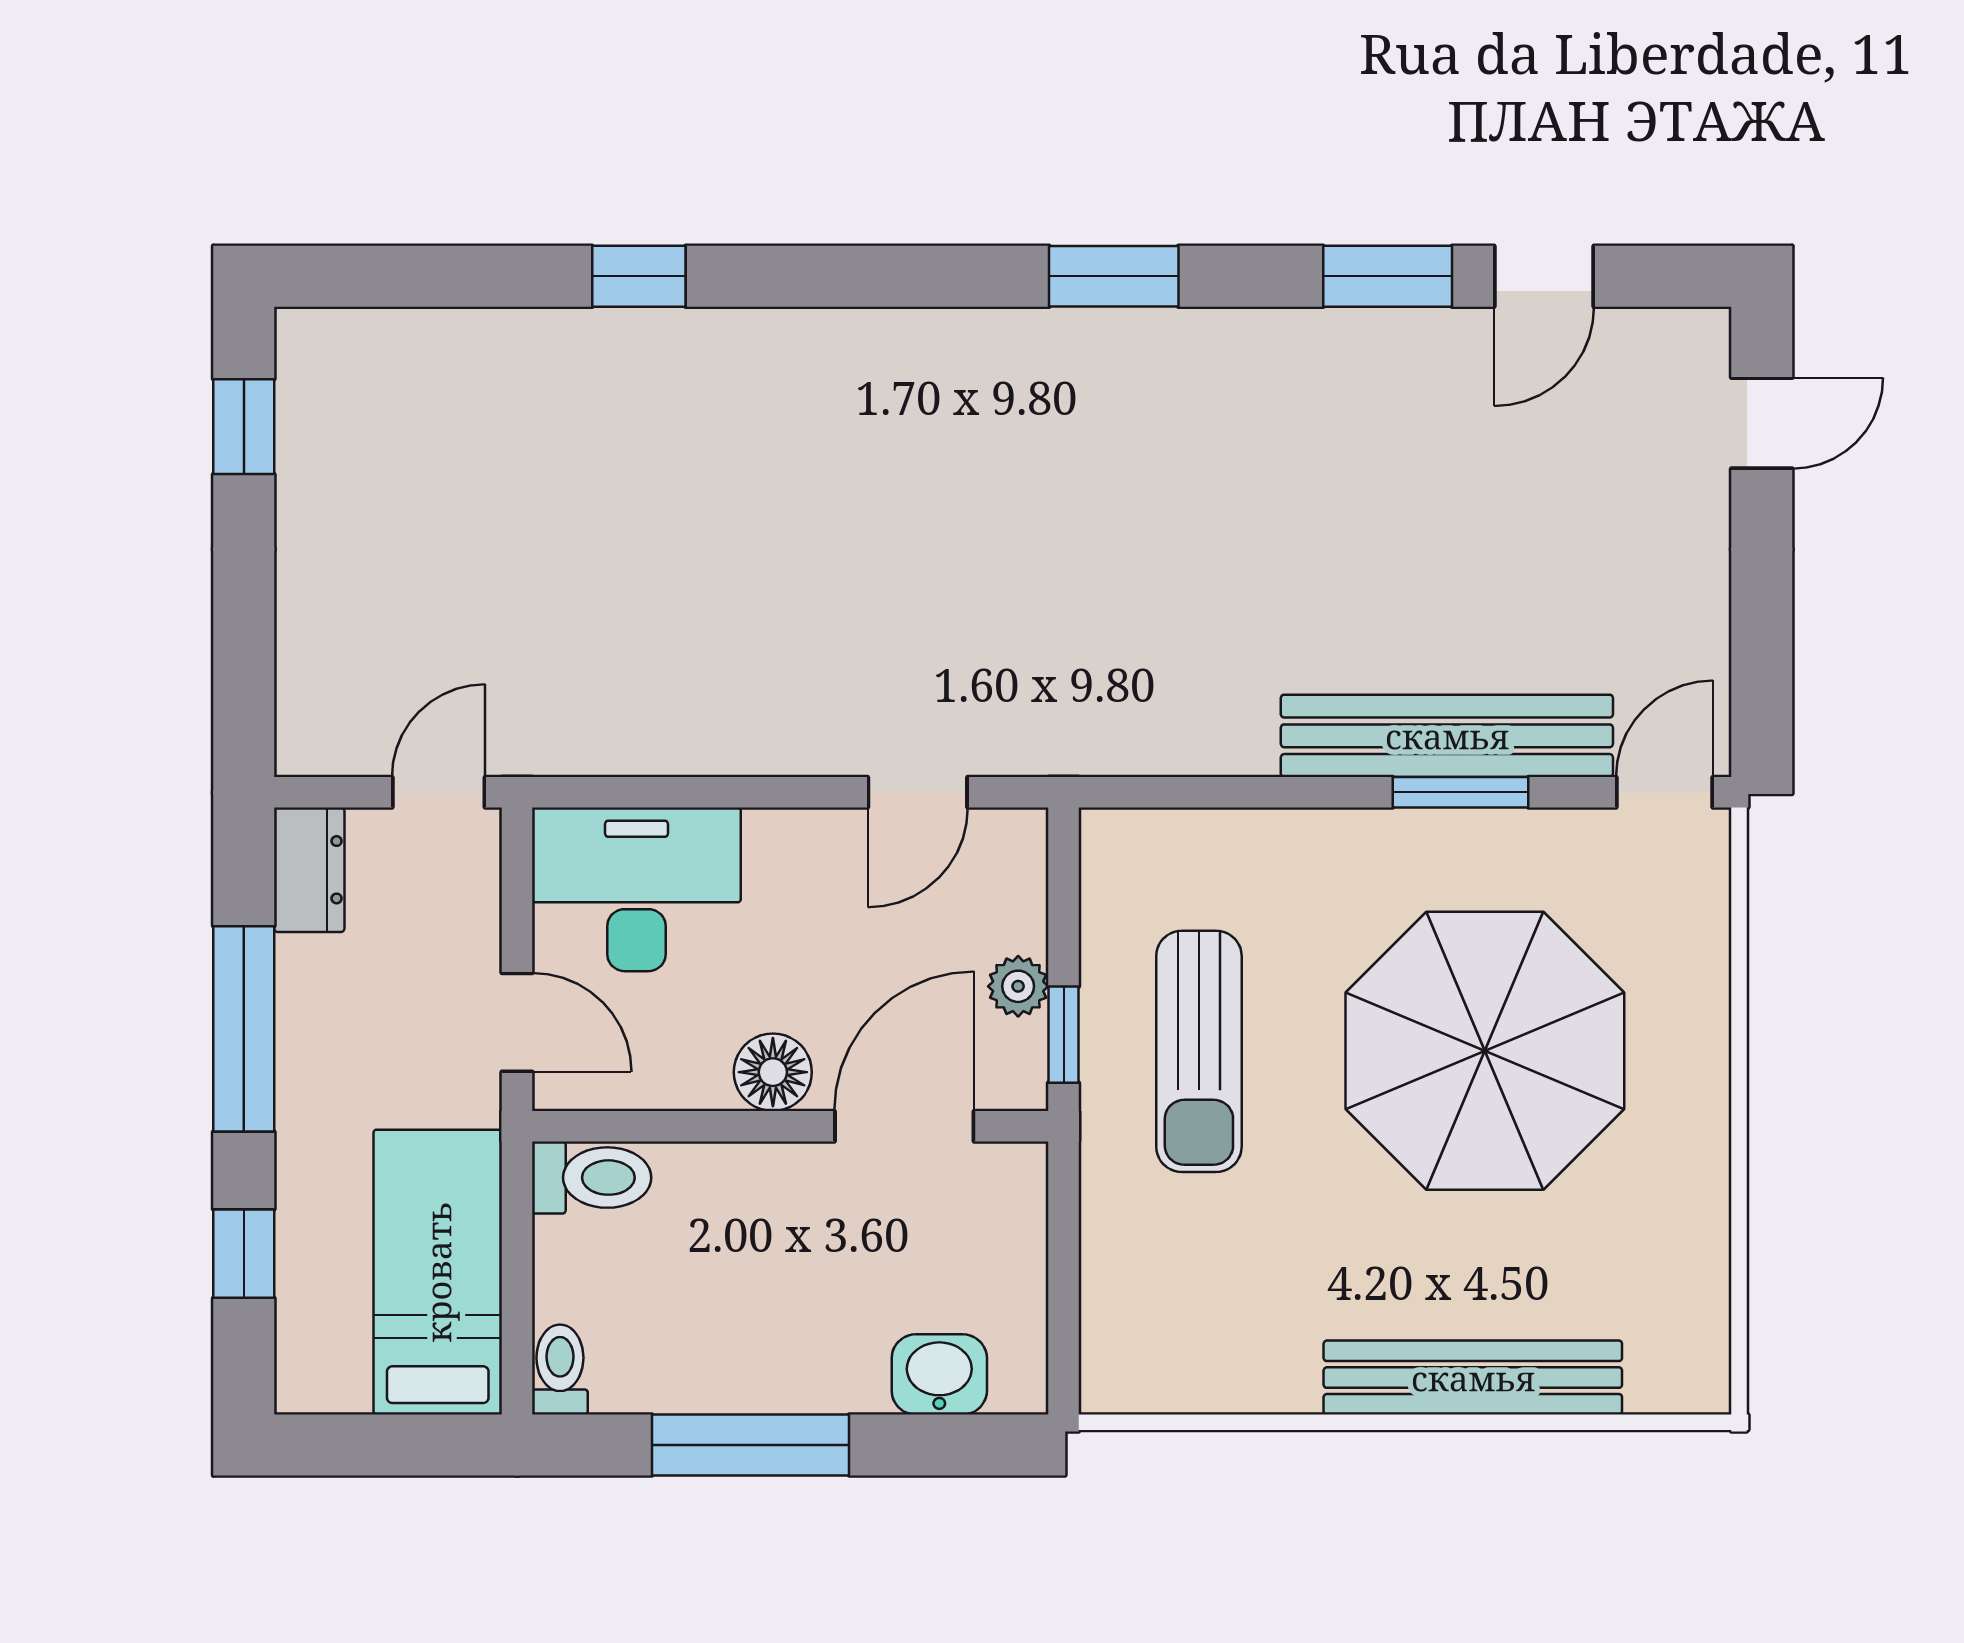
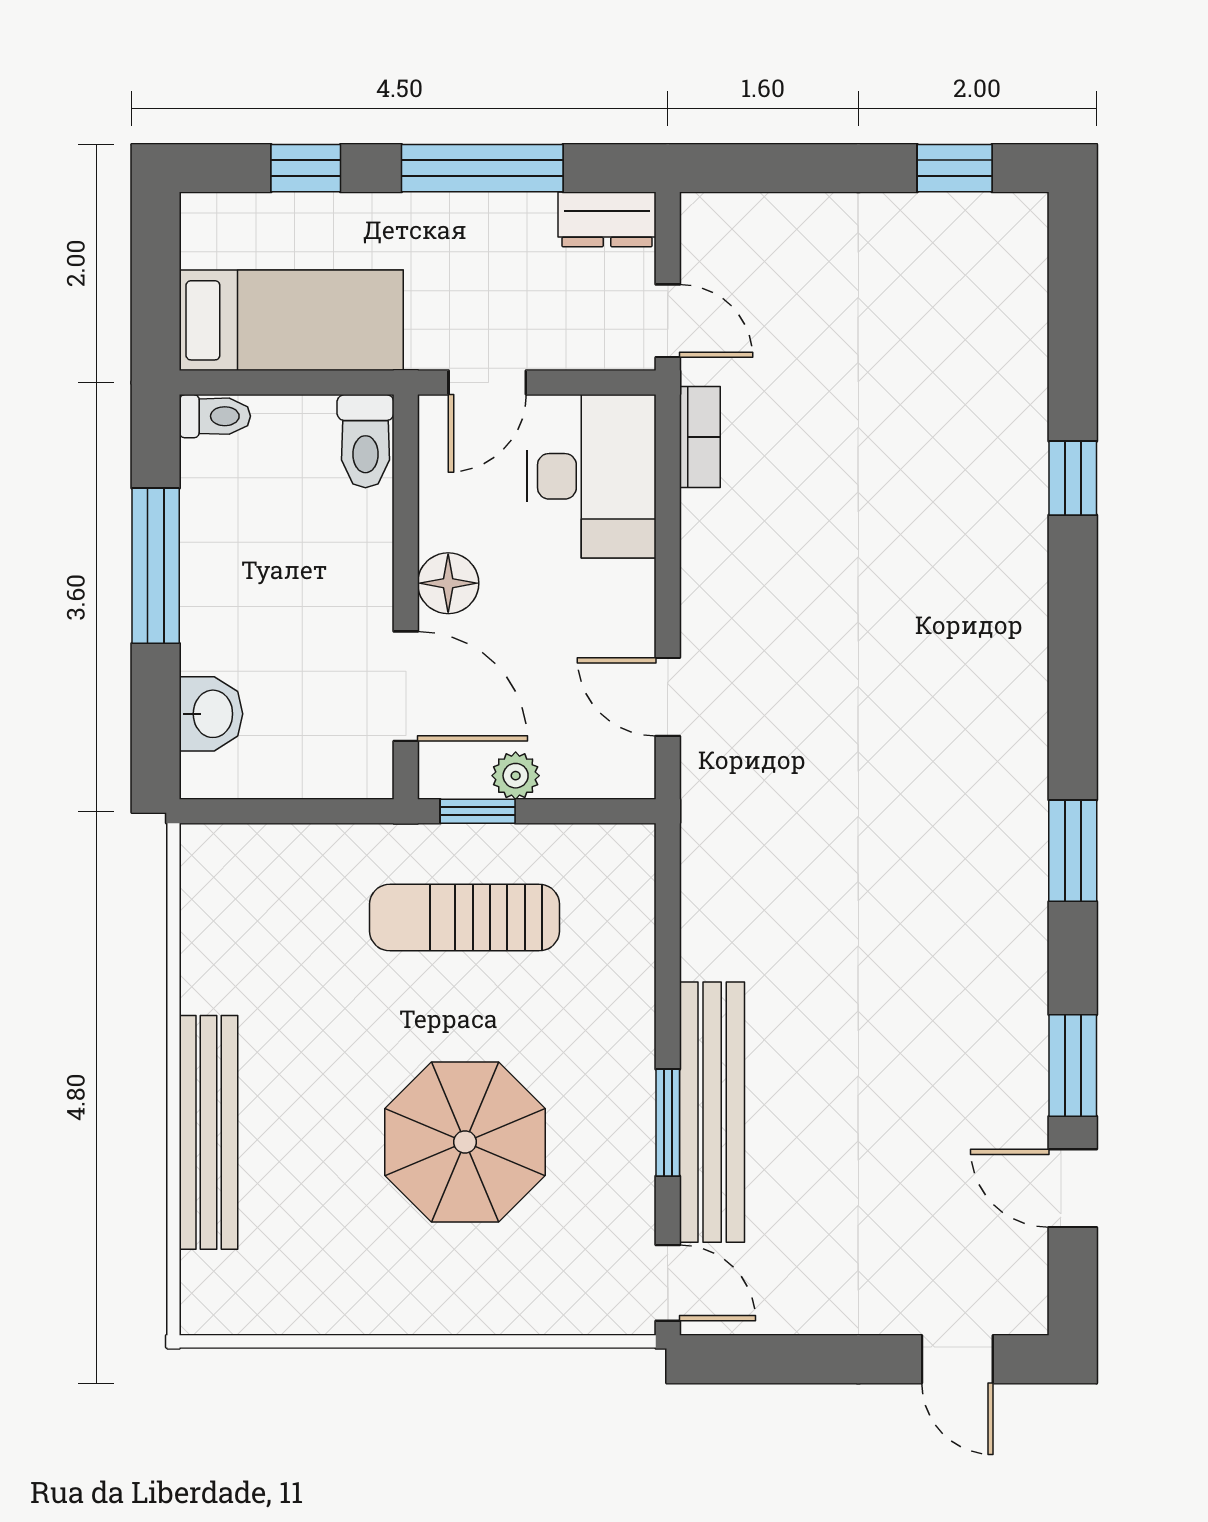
bookcase: (586, 751) -> (700, 437), added
parasol: (1485, 1051) -> (465, 1142), width x0.73, depth x0.73

